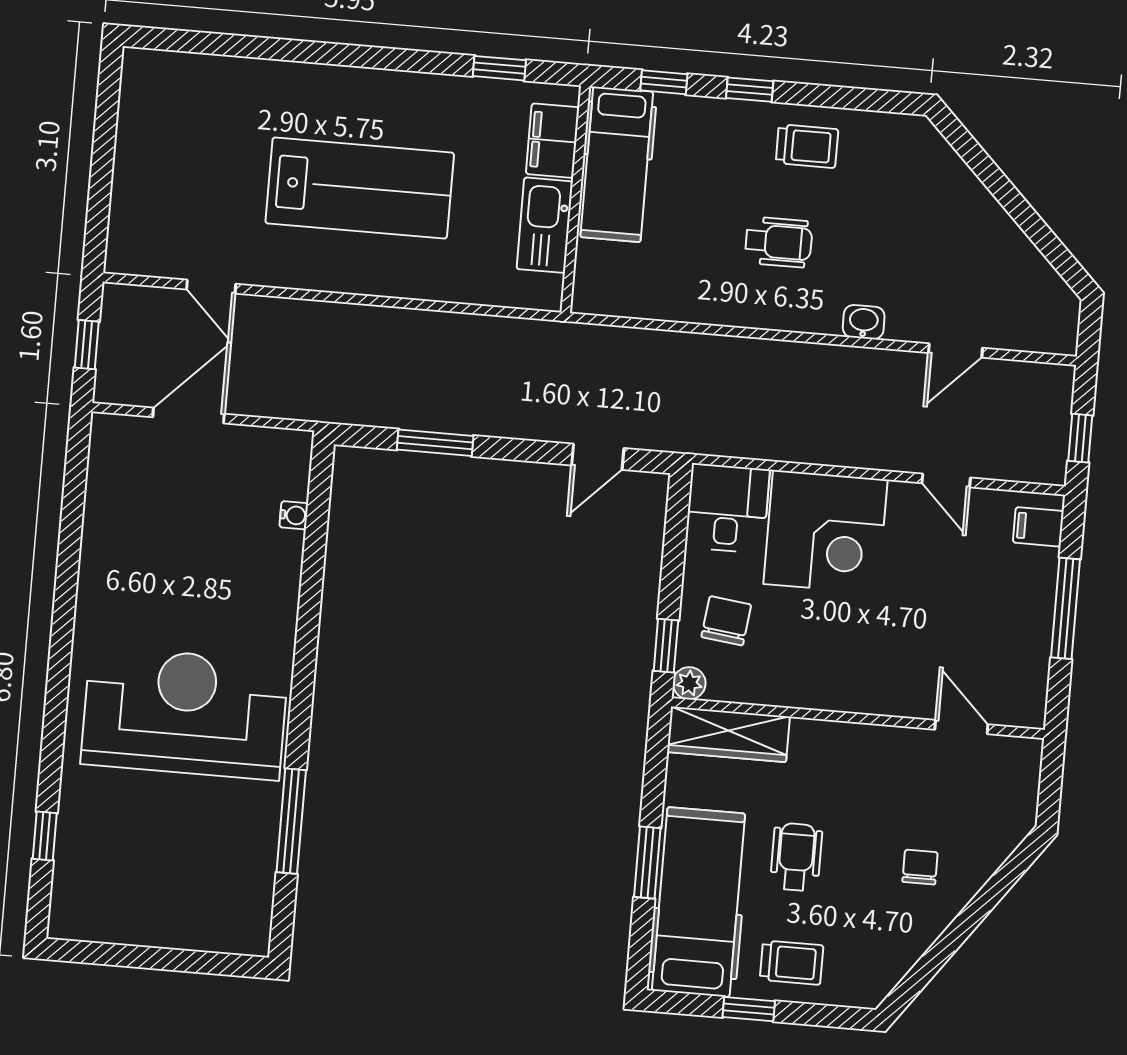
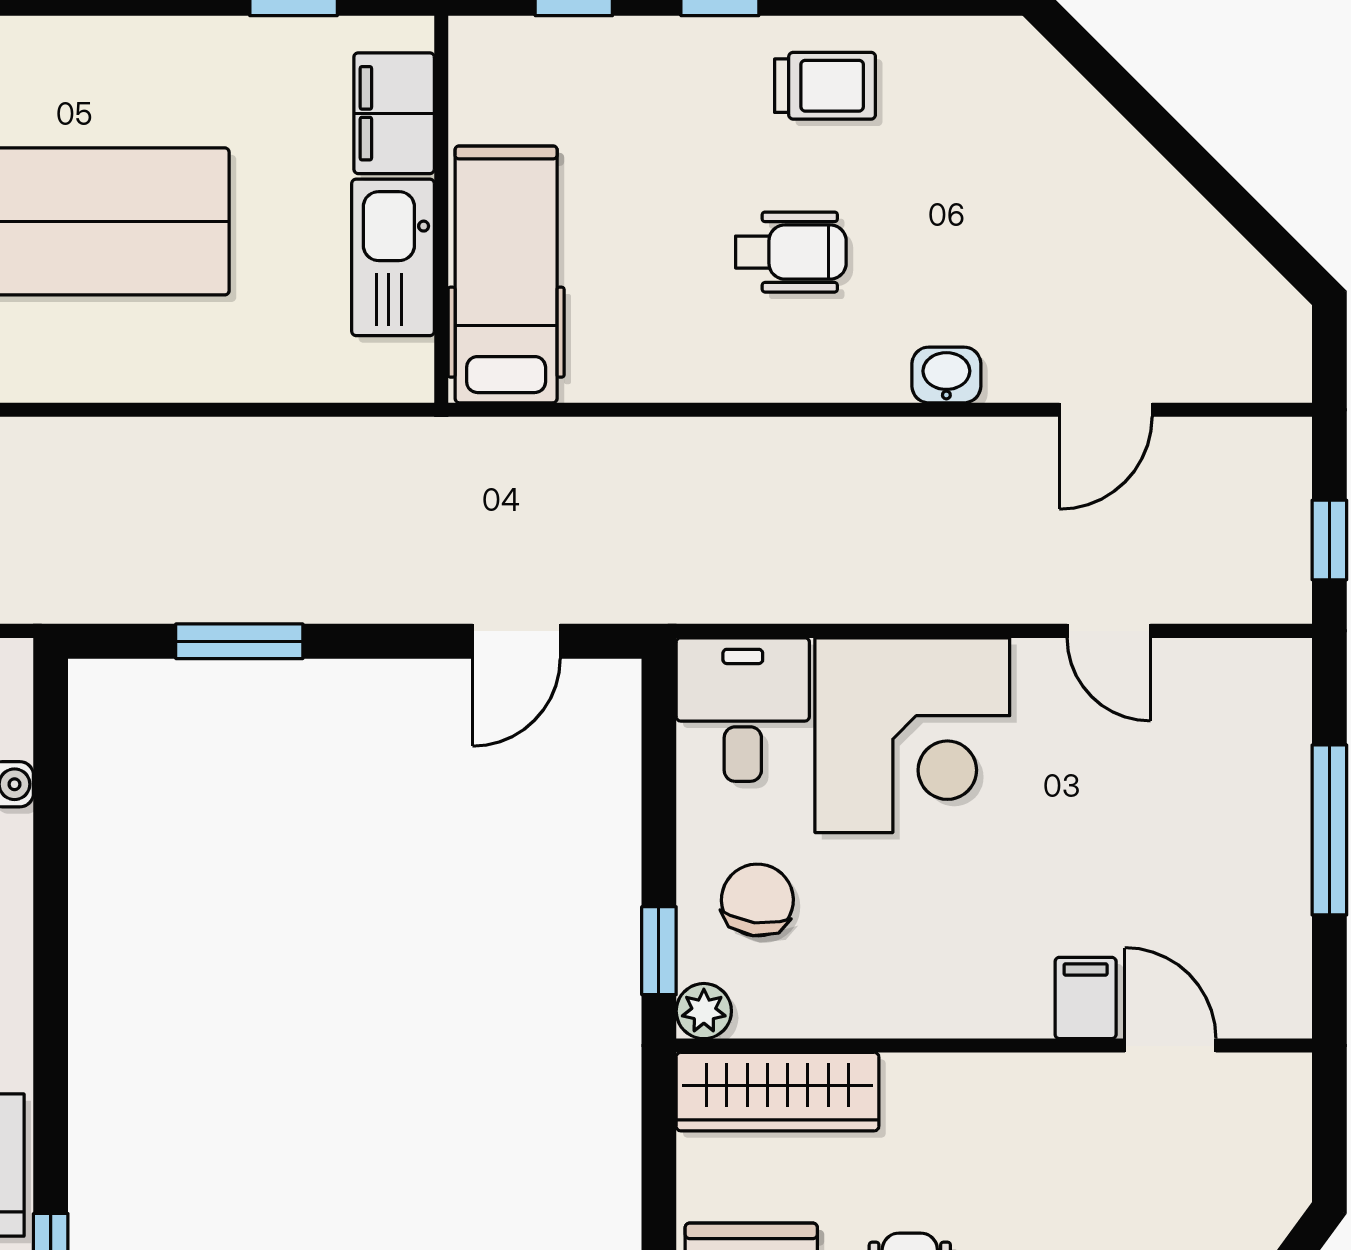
hospital bed: (617, 164) -> (506, 274), moved, turned 180
filing cabinet: (1038, 527) -> (1086, 998), moved, turned 90

